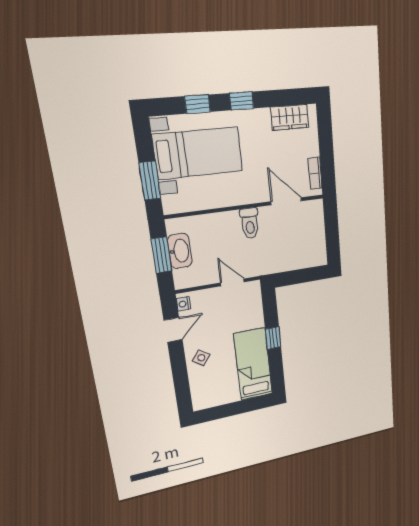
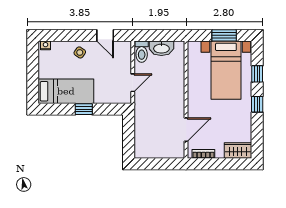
wardrobe: (290, 117) -> (238, 151), moved, turned 90
window: (150, 181) -> (224, 35), moved
toilet: (250, 223) -> (142, 52), moved, turned -90
window: (161, 255) -> (160, 35), removed
nightstand: (184, 304) -> (46, 45), moved

